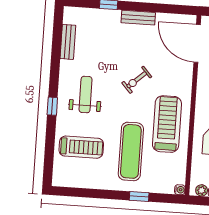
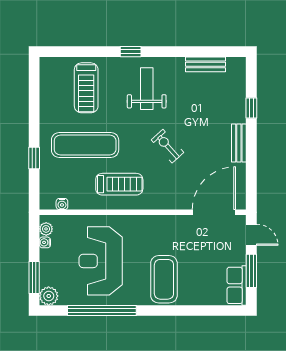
weight bench: (86, 95) -> (147, 89), turned -90
treadmill: (167, 124) -> (119, 184), width x0.73, depth x0.73
water cooler: (180, 190) -> (62, 204), moved

